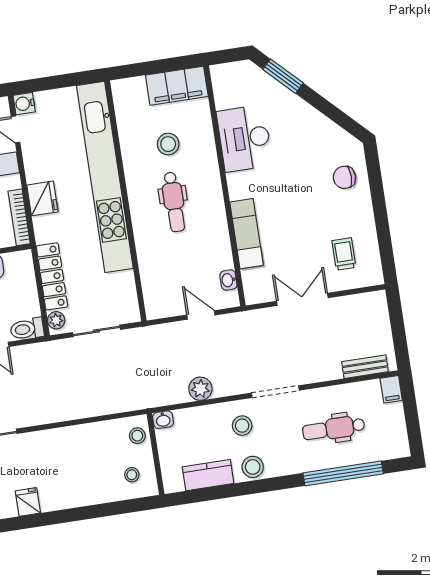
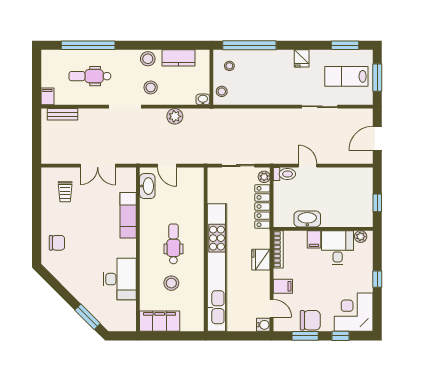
washbasin: (228, 280) -> (147, 186), width x1.91, depth x1.45
dental chair: (334, 429) -> (90, 76), turned 180
window: (107, 509) -> (249, 45), added

